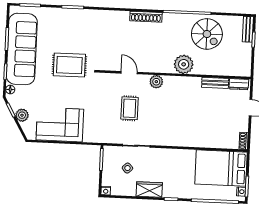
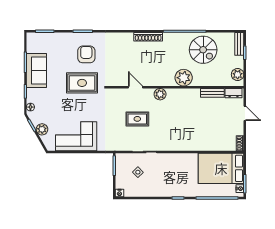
armchair: (76, 33) -> (86, 54), added
sofa: (22, 49) -> (36, 71), width x0.54, depth x0.79
plant: (244, 64) -> (238, 75), added
rug: (130, 108) -> (137, 119), turned 90
wardrobe: (149, 190) -> (158, 190), removed

